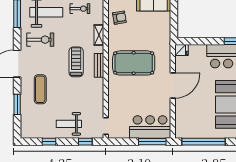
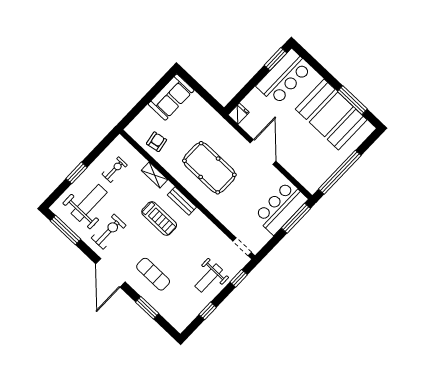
treadmill: (76, 62) -> (159, 219), turned 180
pool table: (134, 63) -> (209, 168), turned 90

